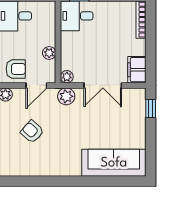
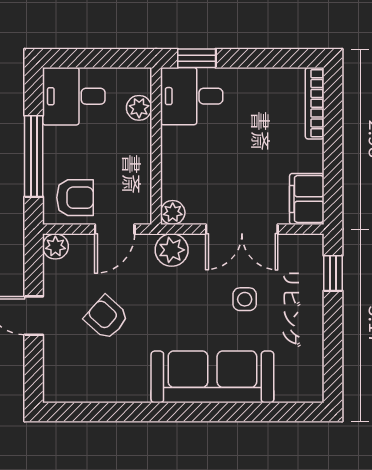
plant: (49, 53) -> (139, 108), moved
side table: (104, 122) -> (245, 299), added
sofa: (114, 163) -> (212, 377), moved

